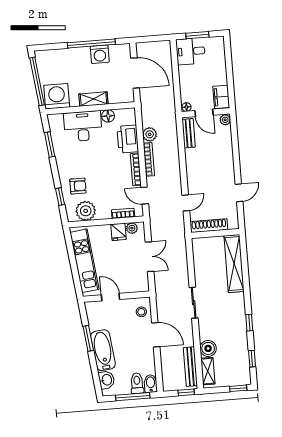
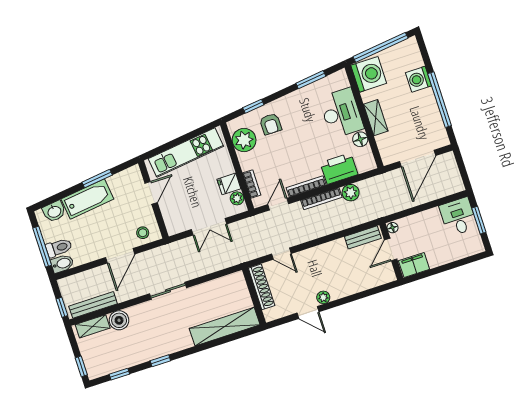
washing machine: (100, 54) -> (419, 79), moved
plant: (225, 120) -> (323, 297), moved

